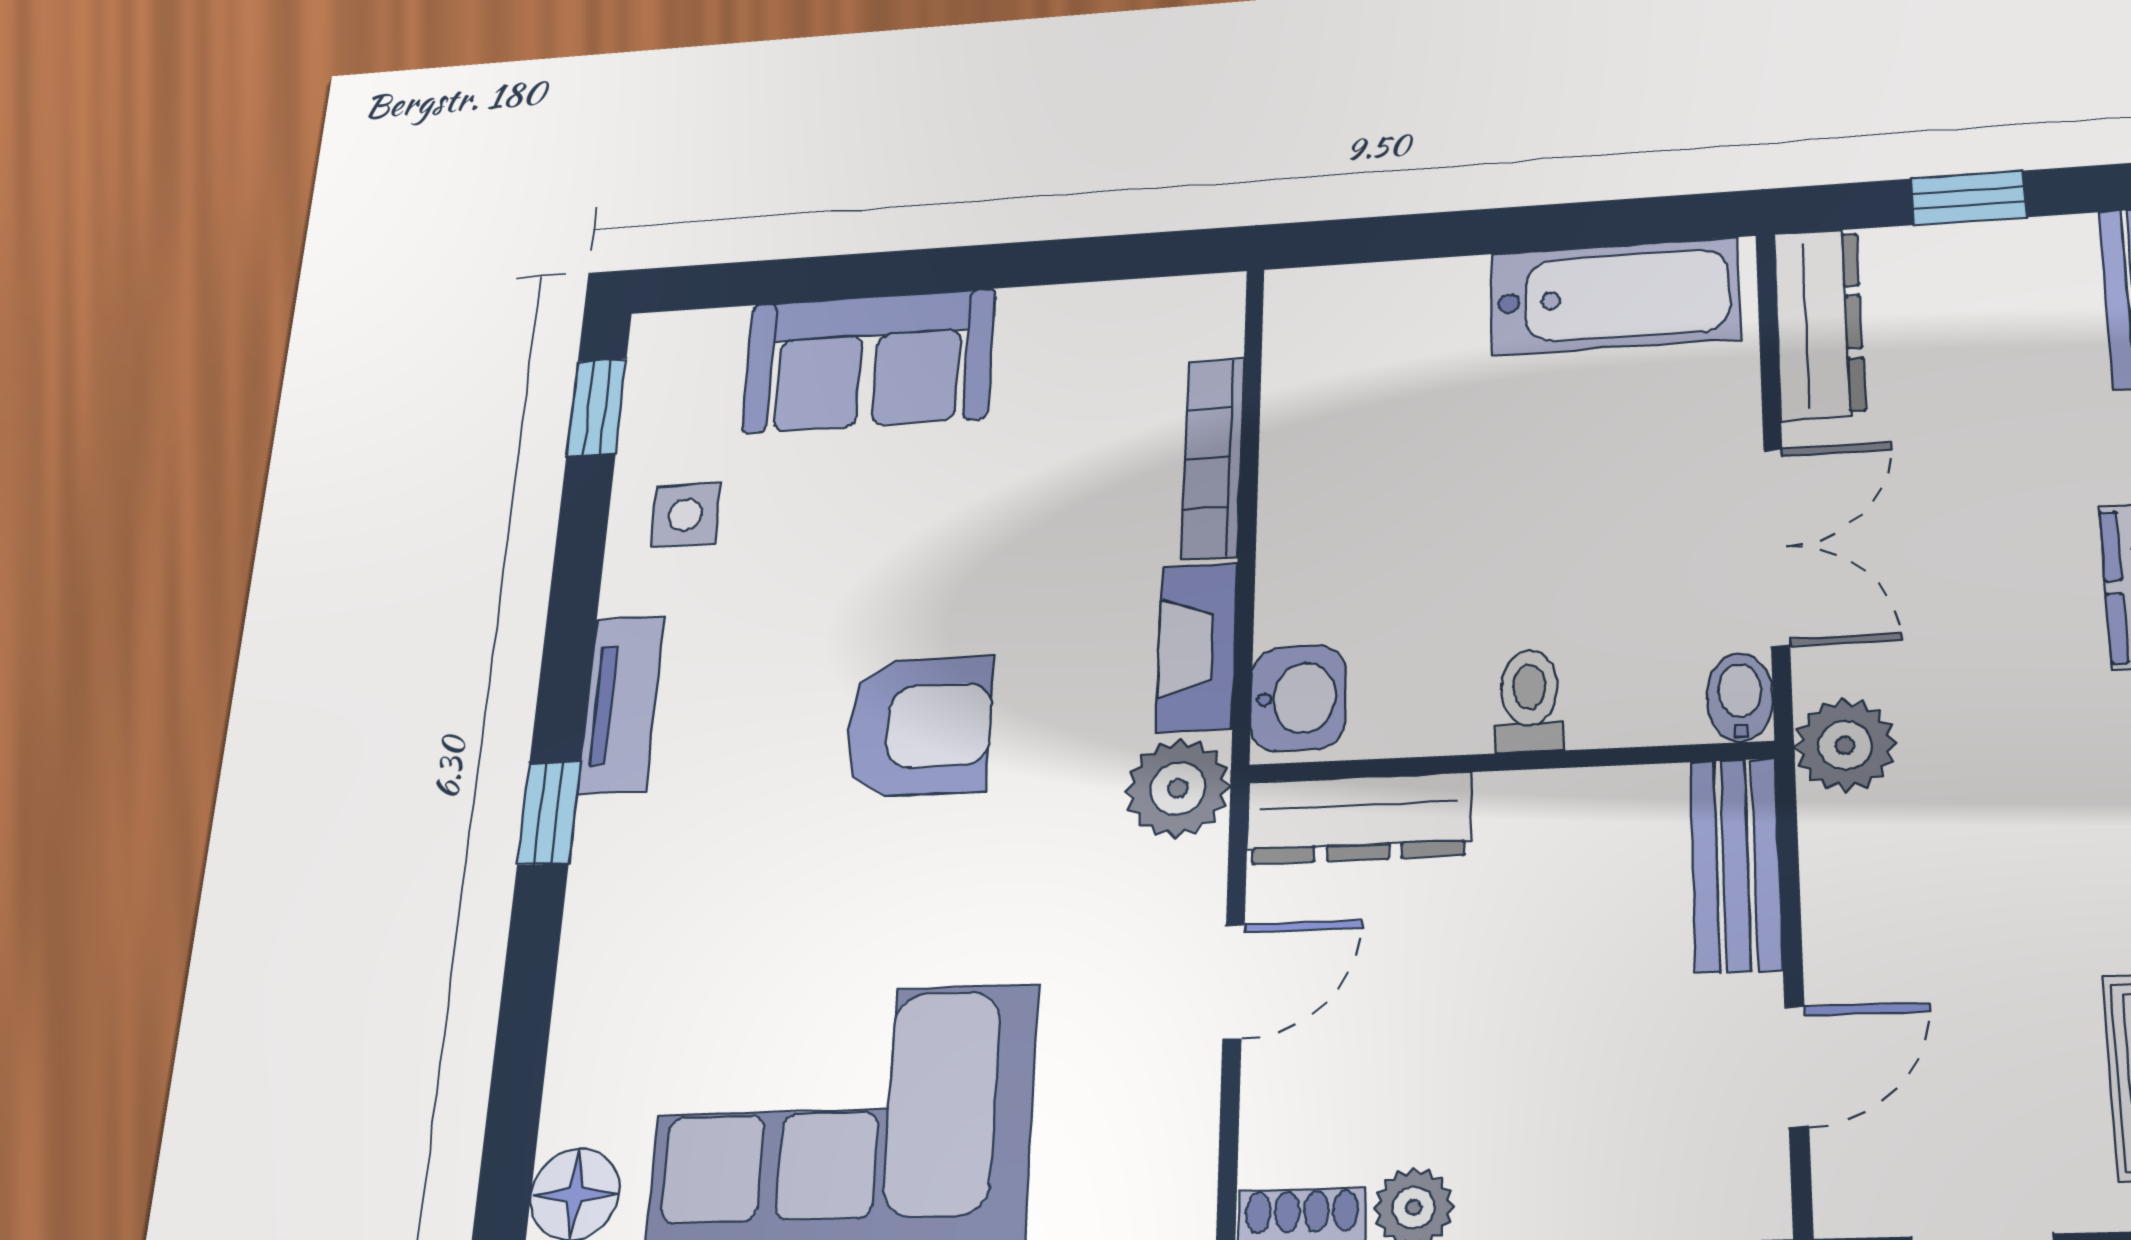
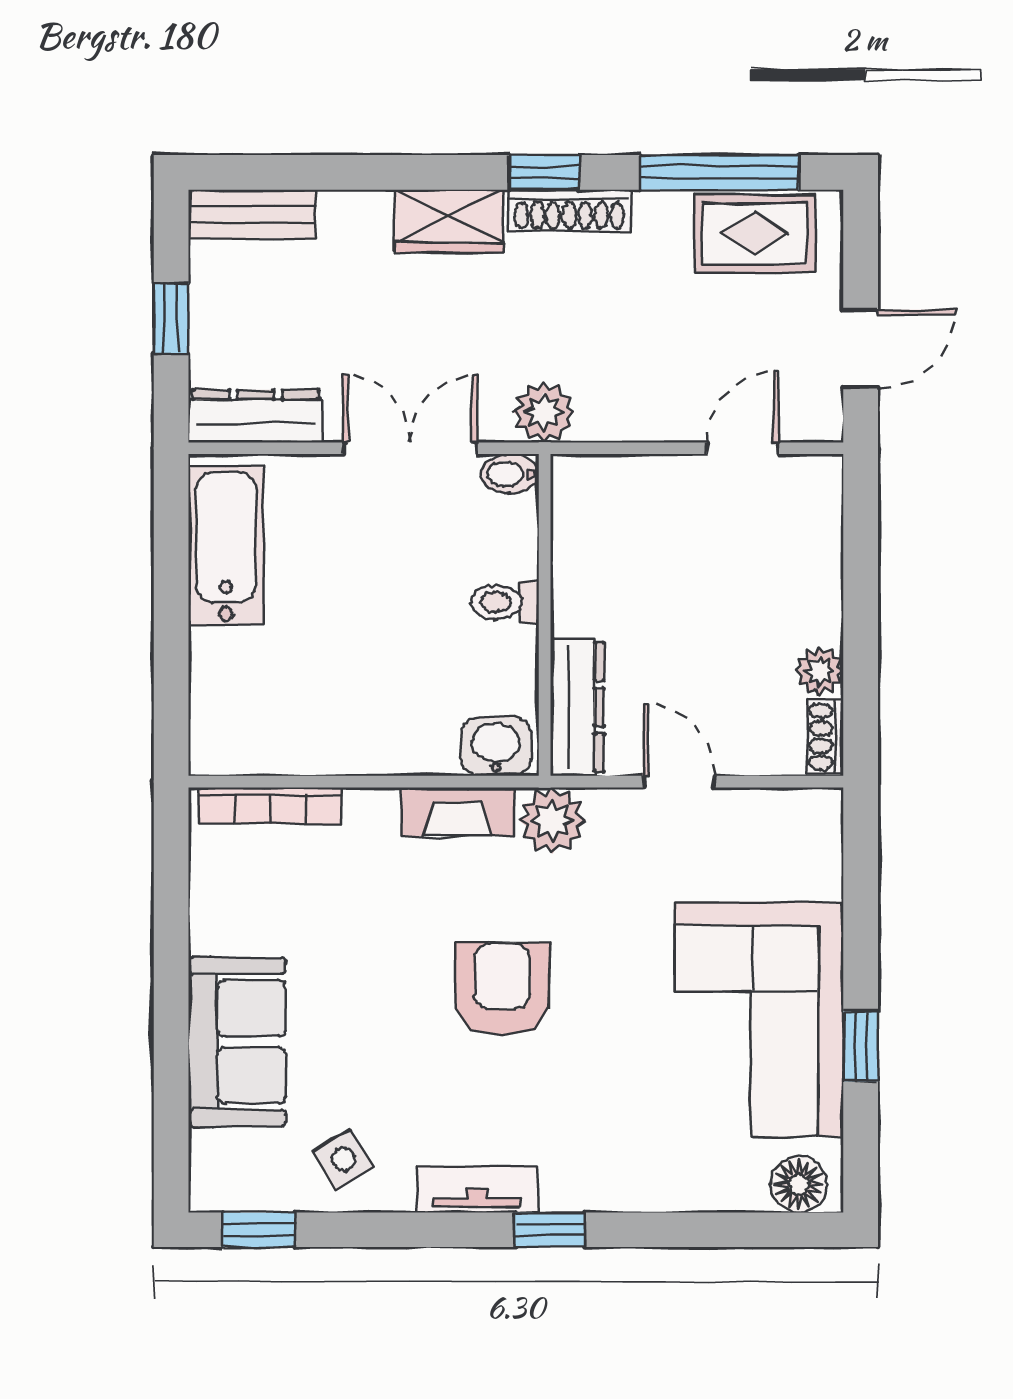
bookcase: (1213, 458) -> (270, 806), moved
side table: (685, 515) -> (343, 1159), turned -31
bench: (1736, 865) -> (617, 479), removed
door: (1797, 1067) -> (742, 448), hinge flipped

